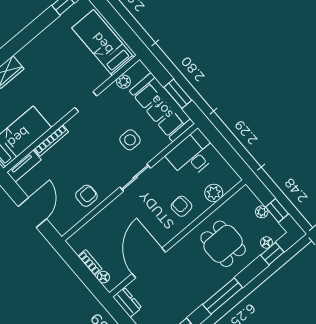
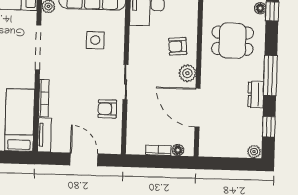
doorway: (86, 102) -> (38, 47), width x1.88
sliding door: (135, 178) -> (126, 82), moved
plant: (214, 193) -> (187, 73), moved
armchair: (86, 196) -> (107, 109), turned -90
dresser: (127, 302) -> (256, 94), moved, turned -90

